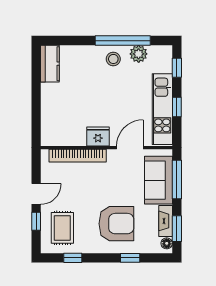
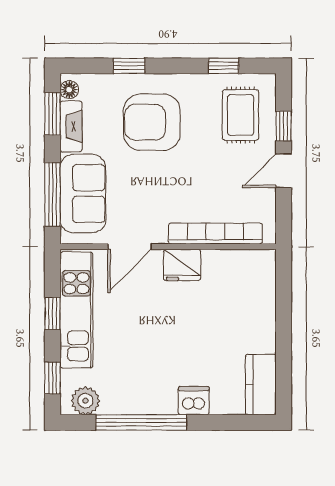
dishwasher: (91, 54) -> (194, 401), added
plant: (139, 54) -> (85, 401), moved
stool: (113, 59) -> (157, 392), removed

